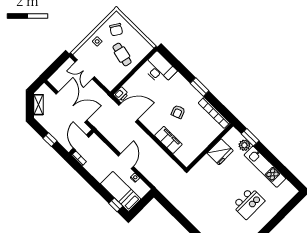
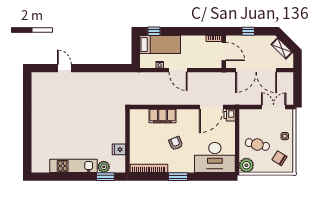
plant: (144, 48) -> (246, 165), added
desk: (159, 69) -> (215, 157), width x1.36, depth x1.30
fridge: (220, 152) -> (119, 149), width x0.53, depth x0.75
kitchen island: (248, 203) -> (59, 128), removed

